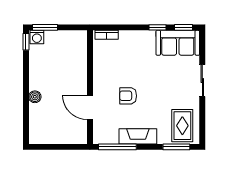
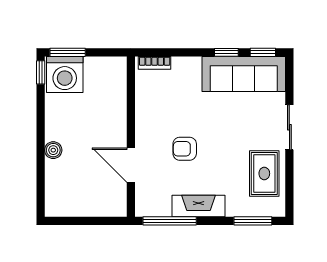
washing machine: (37, 37) -> (65, 74), width x1.89, depth x1.89
sofa: (178, 43) -> (244, 74), width x1.36
rug: (182, 126) -> (264, 173), moved

